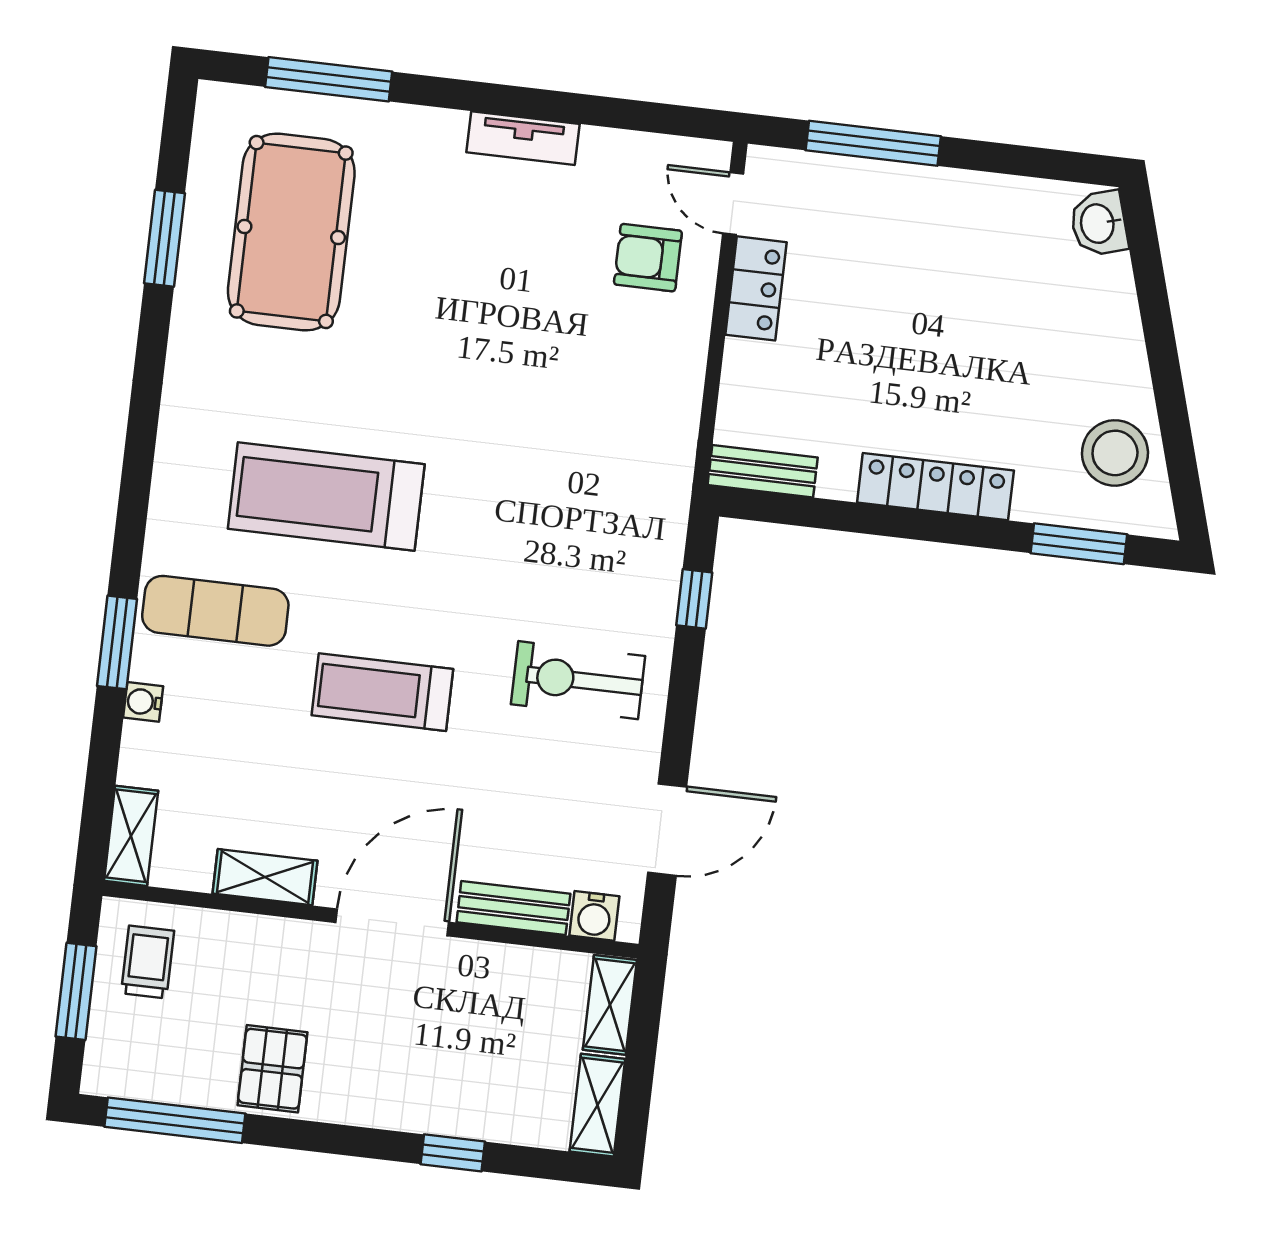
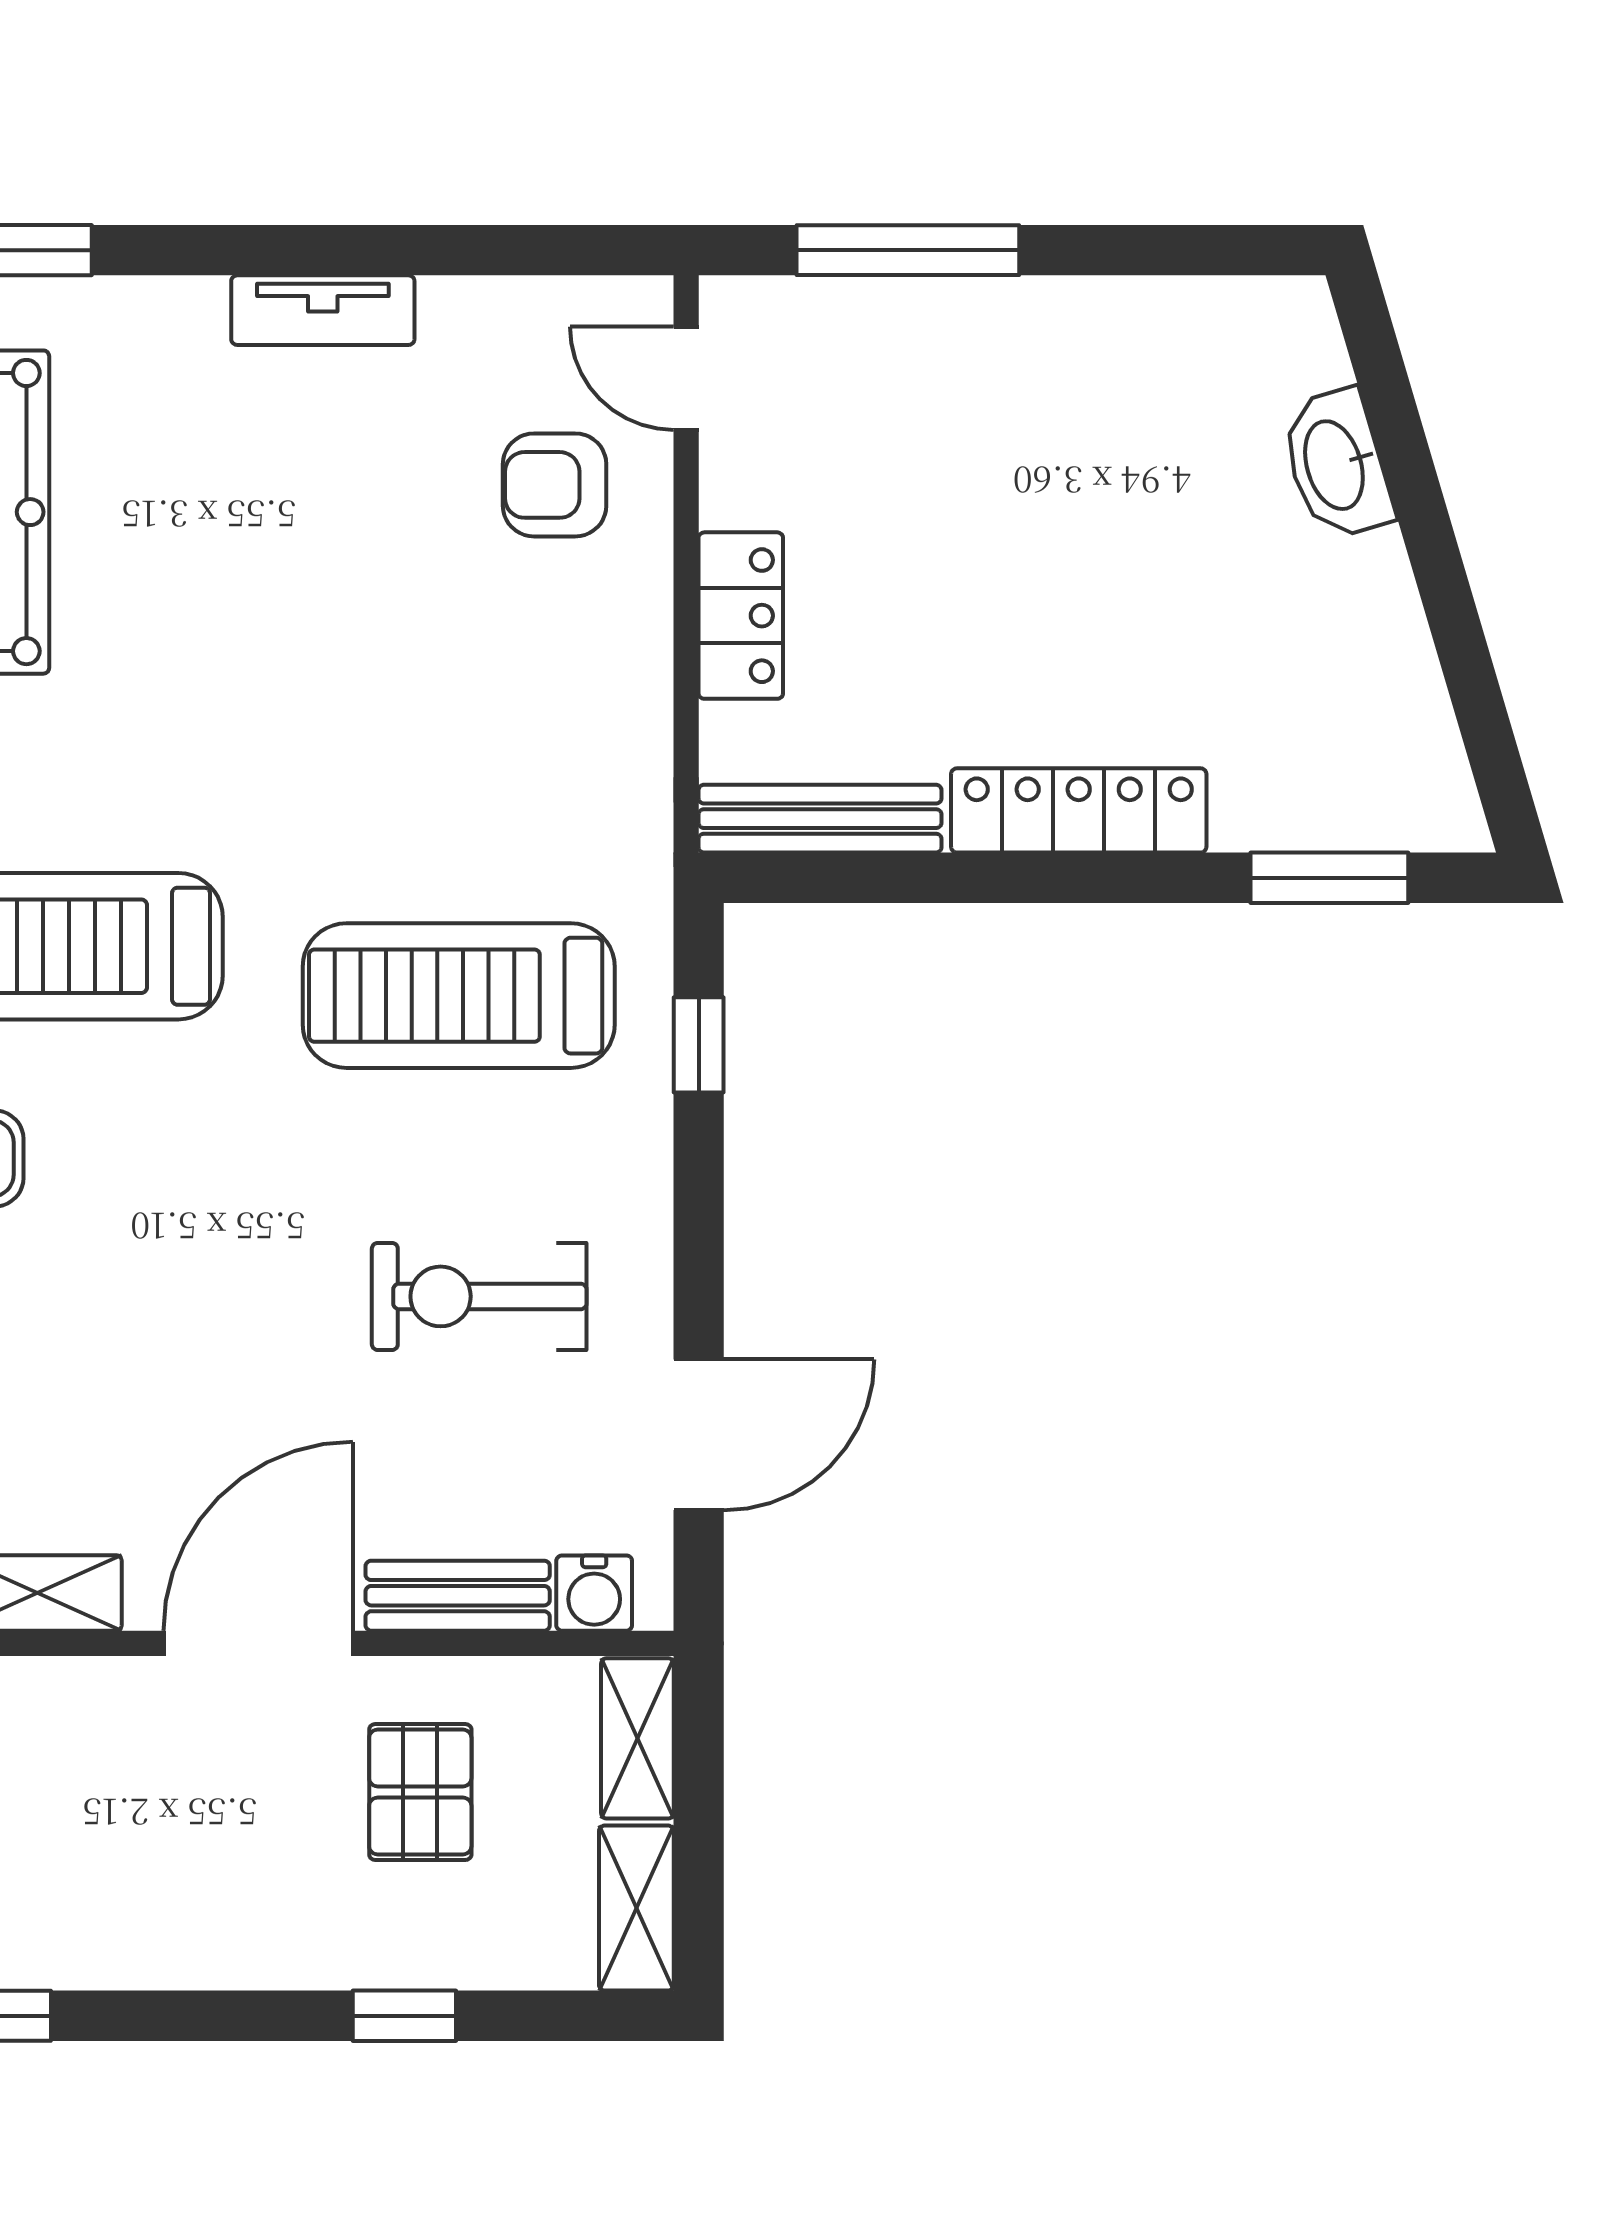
washbasin: (1099, 223) -> (1336, 464), moved, width x1.38
locker: (756, 288) -> (741, 616), moved
stool: (1115, 453) -> (1371, 719), removed
bench: (763, 471) -> (820, 819), width x1.36
exercise bike: (578, 680) -> (479, 1296), moved
treadmill: (382, 692) -> (459, 996), moved, width x1.37, depth x1.37
pallet: (272, 1069) -> (420, 1792), moved

